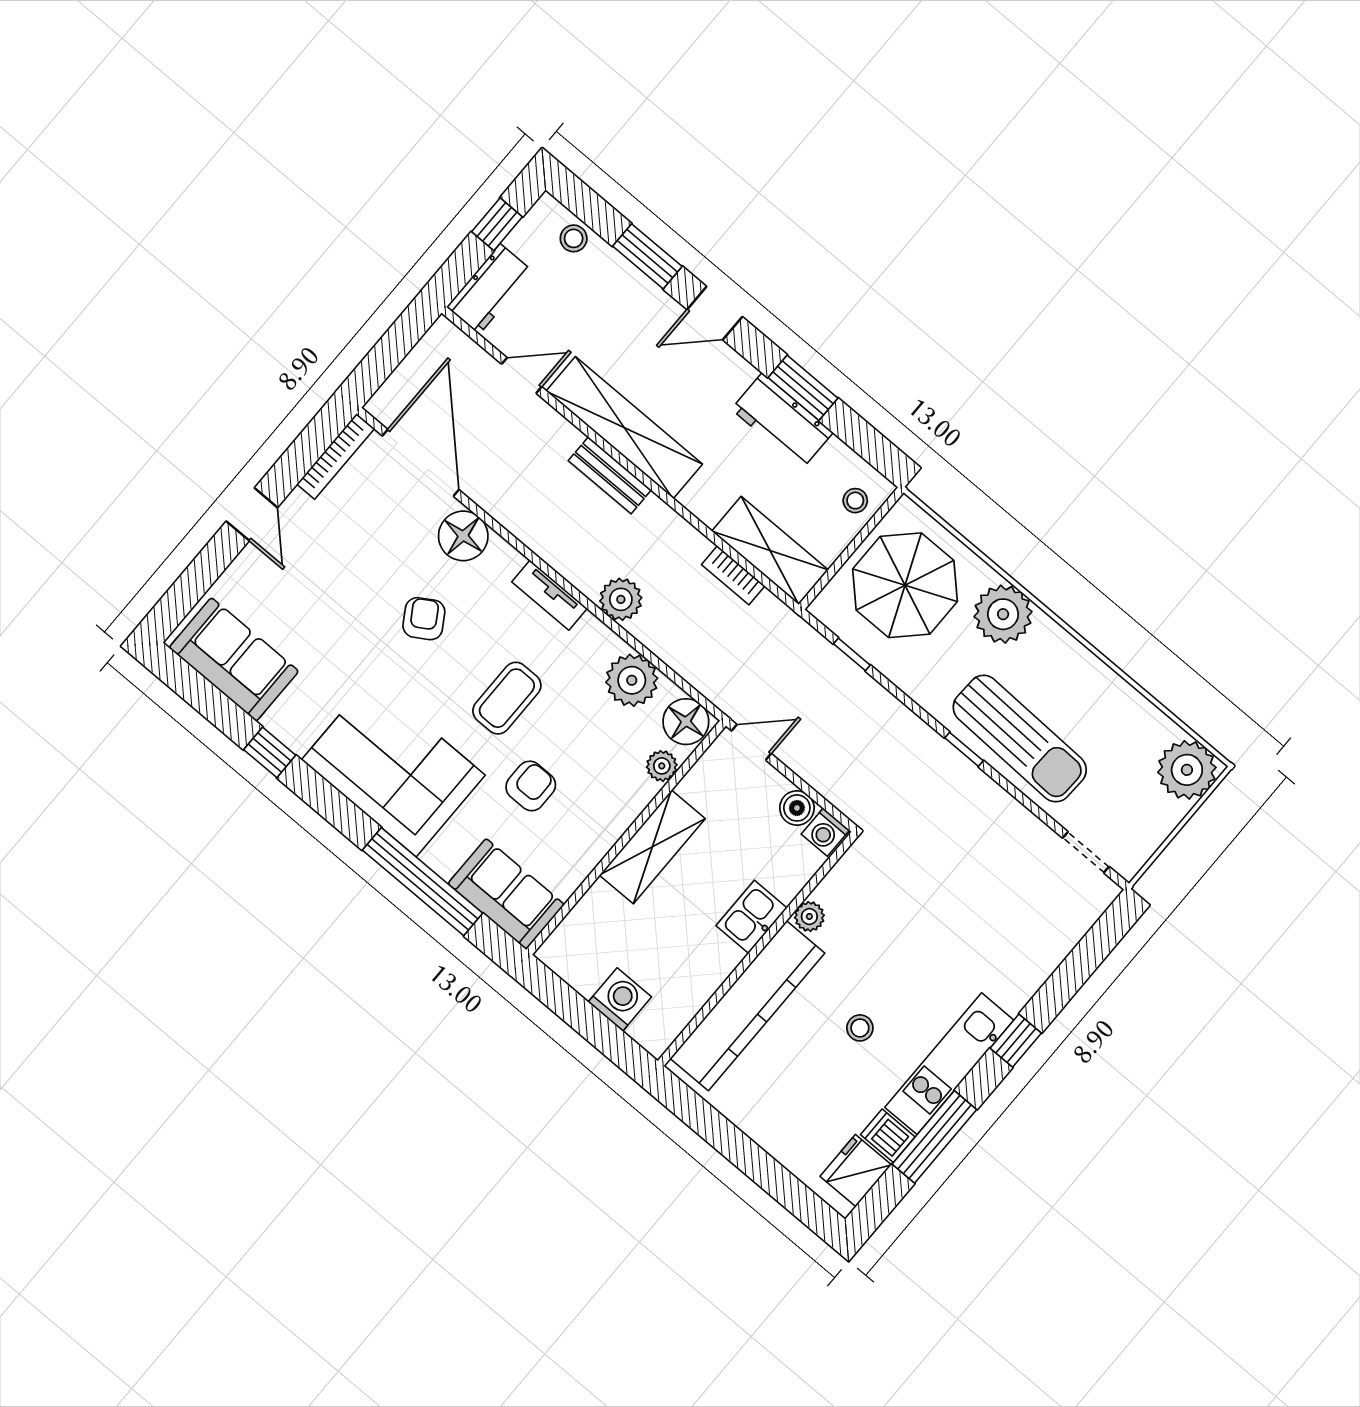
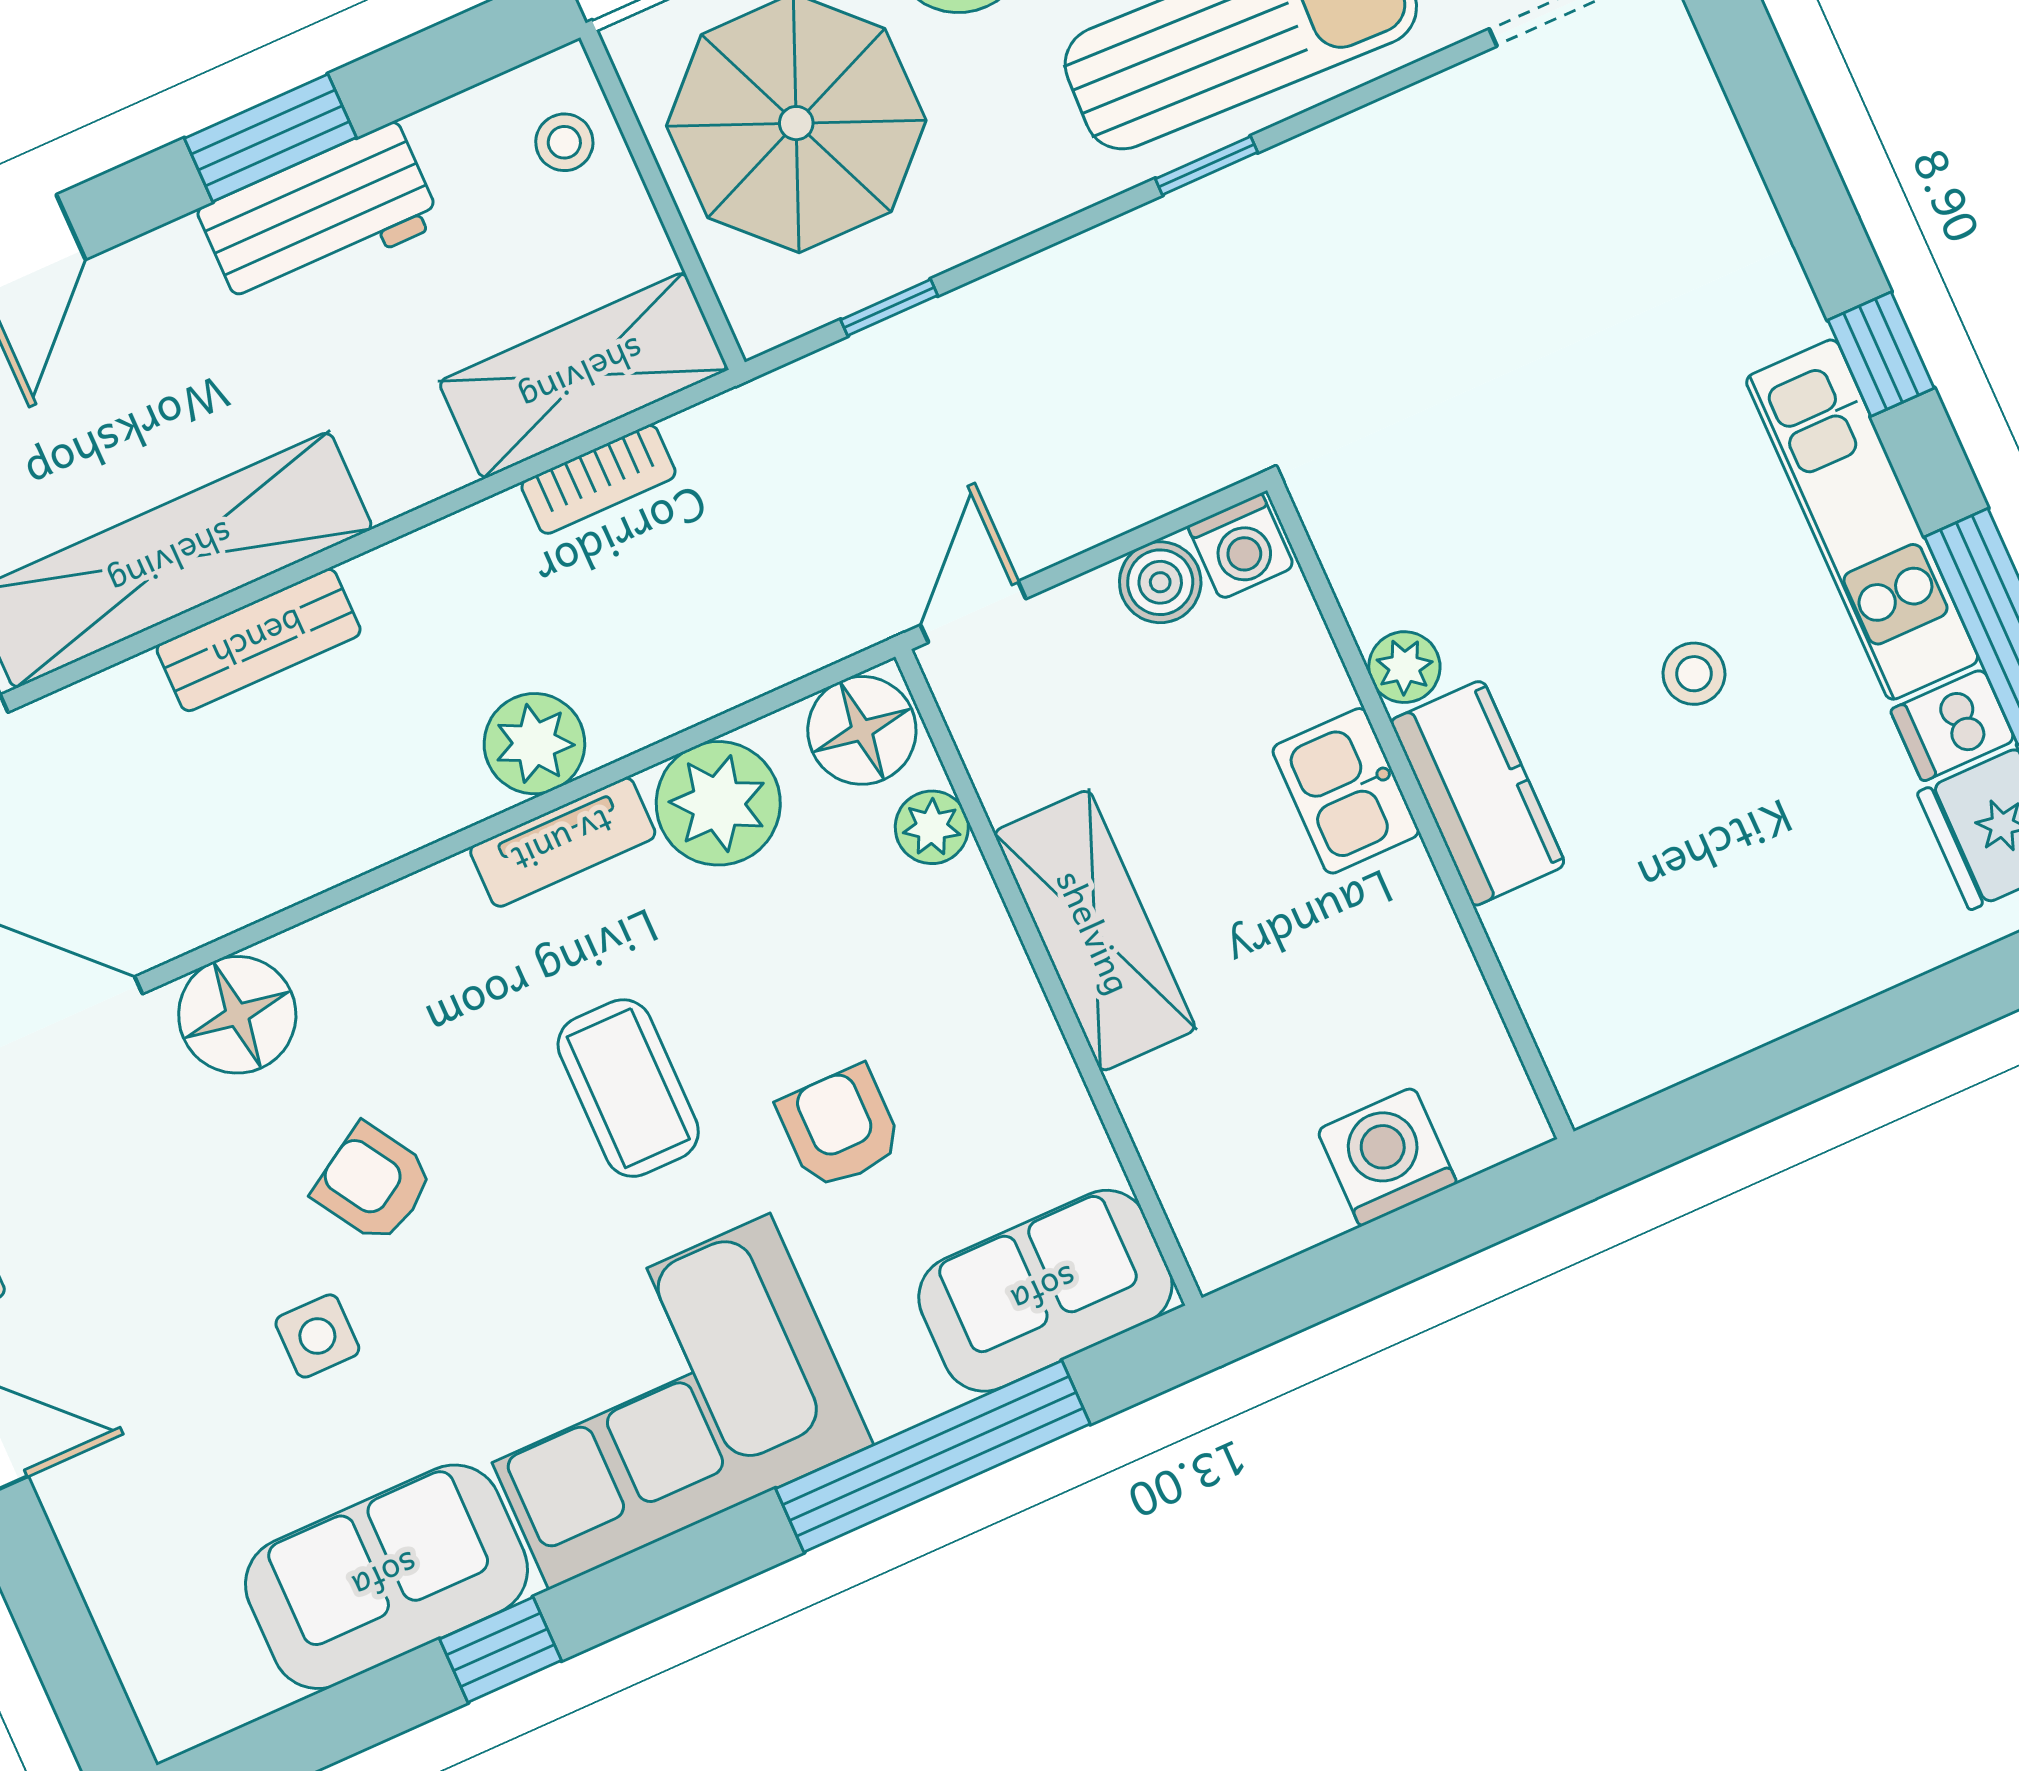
tv unit: (549, 595) -> (563, 842), moved
side table: (356, 625) -> (317, 1336), added
sofa: (234, 659) -> (386, 1577), moved
kitchen counter: (747, 1006) -> (1478, 793), width x0.48, depth x0.86

